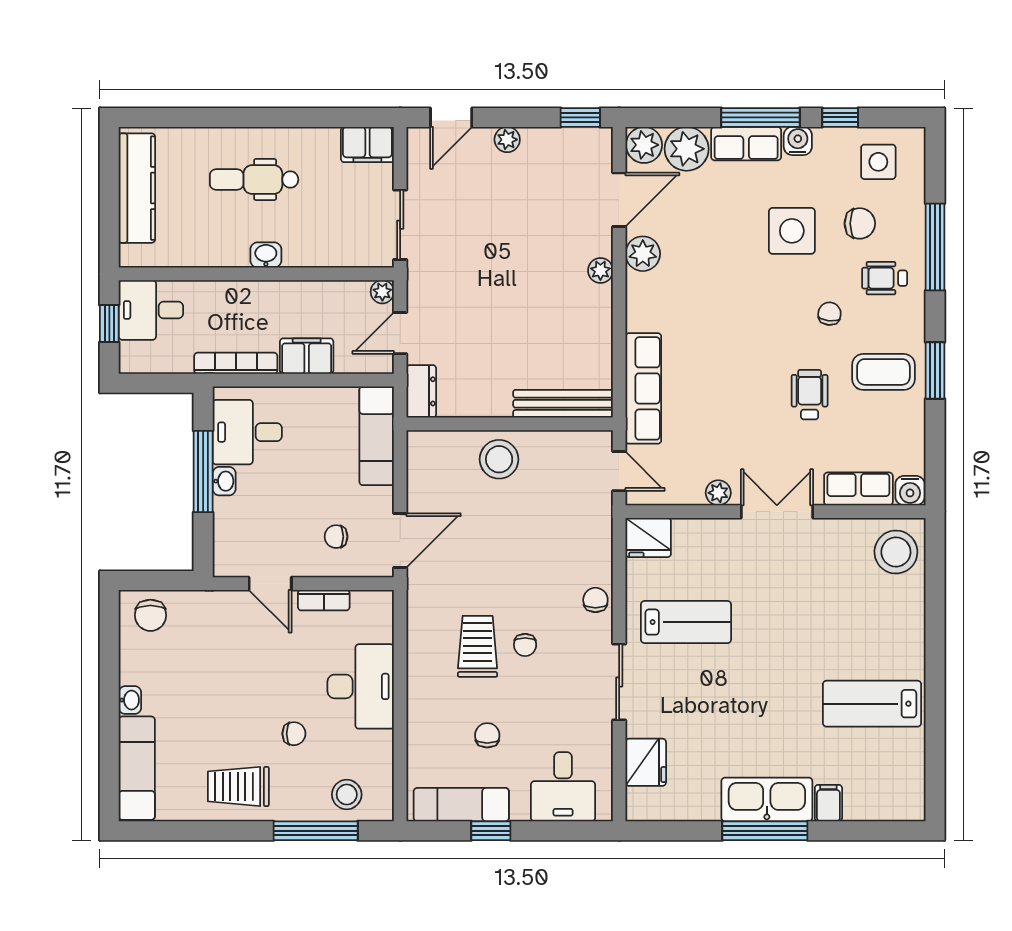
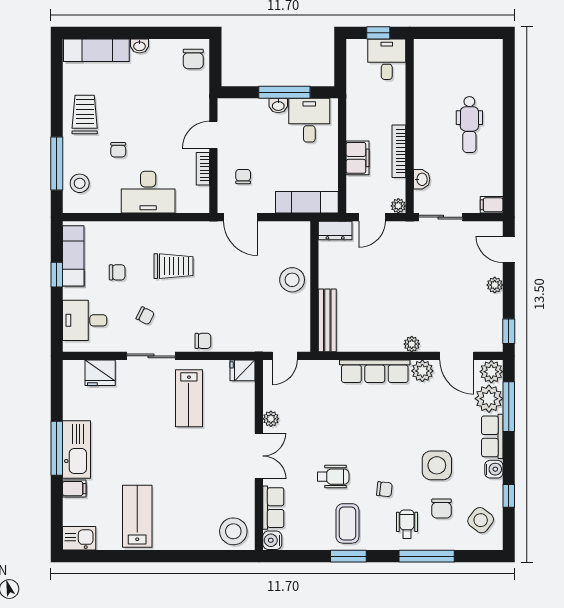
window: (760, 117) -> (509, 407), moved
filing cabinet: (367, 145) -> (492, 205), width x0.50
side table: (878, 162) -> (481, 520), turned 38
dental chair: (254, 180) -> (469, 125), turned 180
kitchen counter: (137, 188) -> (464, 50), removed
washbasin: (266, 255) -> (422, 179), moved
door: (400, 333) -> (372, 217), swing flipped
bookcase: (236, 363) -> (399, 151), moved, turned 180
row of seats: (643, 388) -> (375, 371), moved
fridge: (648, 537) -> (243, 370), width x0.72
chair: (150, 615) -> (193, 59), turned -90
chair: (525, 645) -> (145, 316), moved, turned -153
kitchen sink: (907, 795) -> (79, 538), added

